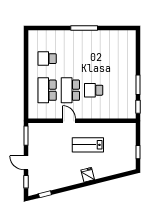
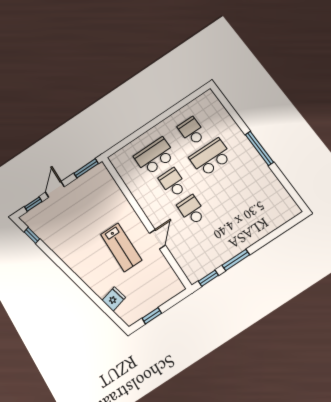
school desk: (70, 59) -> (211, 157), added
school desk: (70, 90) -> (173, 183), width x0.54
door: (69, 121) -> (157, 239), moved
lab bench: (88, 145) -> (121, 247), turned 180
fridge: (88, 175) -> (114, 299), moved

